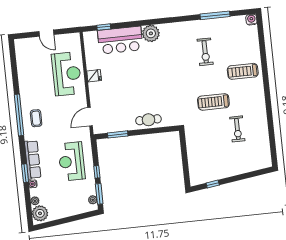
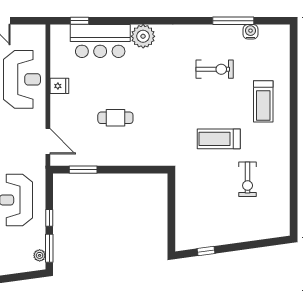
water cooler: (251, 20) -> (250, 32), moved
exercise bike: (205, 52) -> (215, 69), turned -90
treadmill: (243, 71) -> (263, 101), turned -90
door: (90, 117) -> (48, 141), swing flipped
cafe table: (148, 120) -> (115, 118), moved

